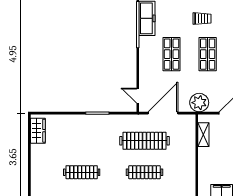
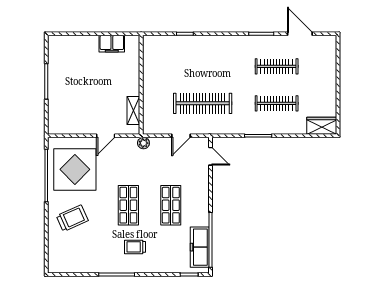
plant: (199, 103) -> (143, 143), width x0.53, depth x0.53
door: (163, 113) -> (181, 136), width x0.53
wardrobe: (38, 131) -> (322, 126), moved, turned 90
clothes rail: (145, 172) -> (277, 103), moved

